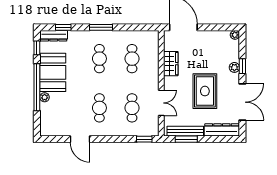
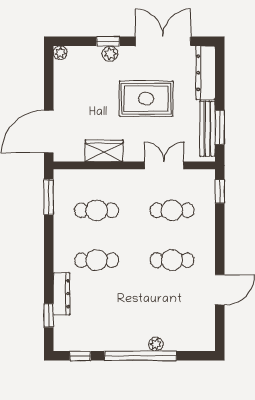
window: (101, 27) -> (49, 197), moved
dresser: (54, 36) -> (62, 294), moved
booth: (53, 72) -> (118, 331), removed

